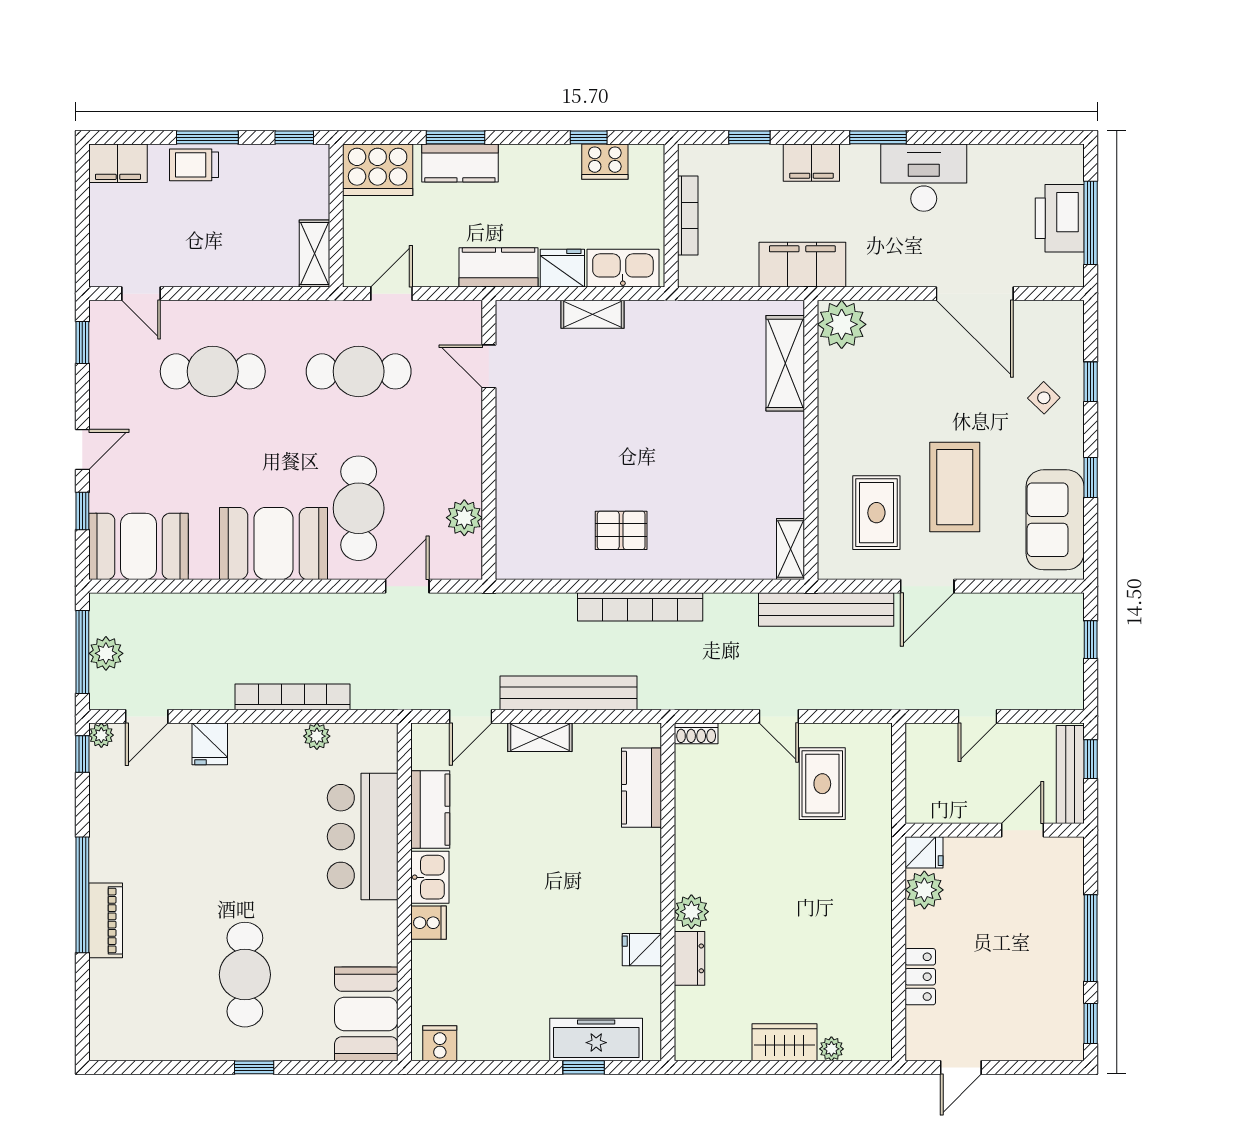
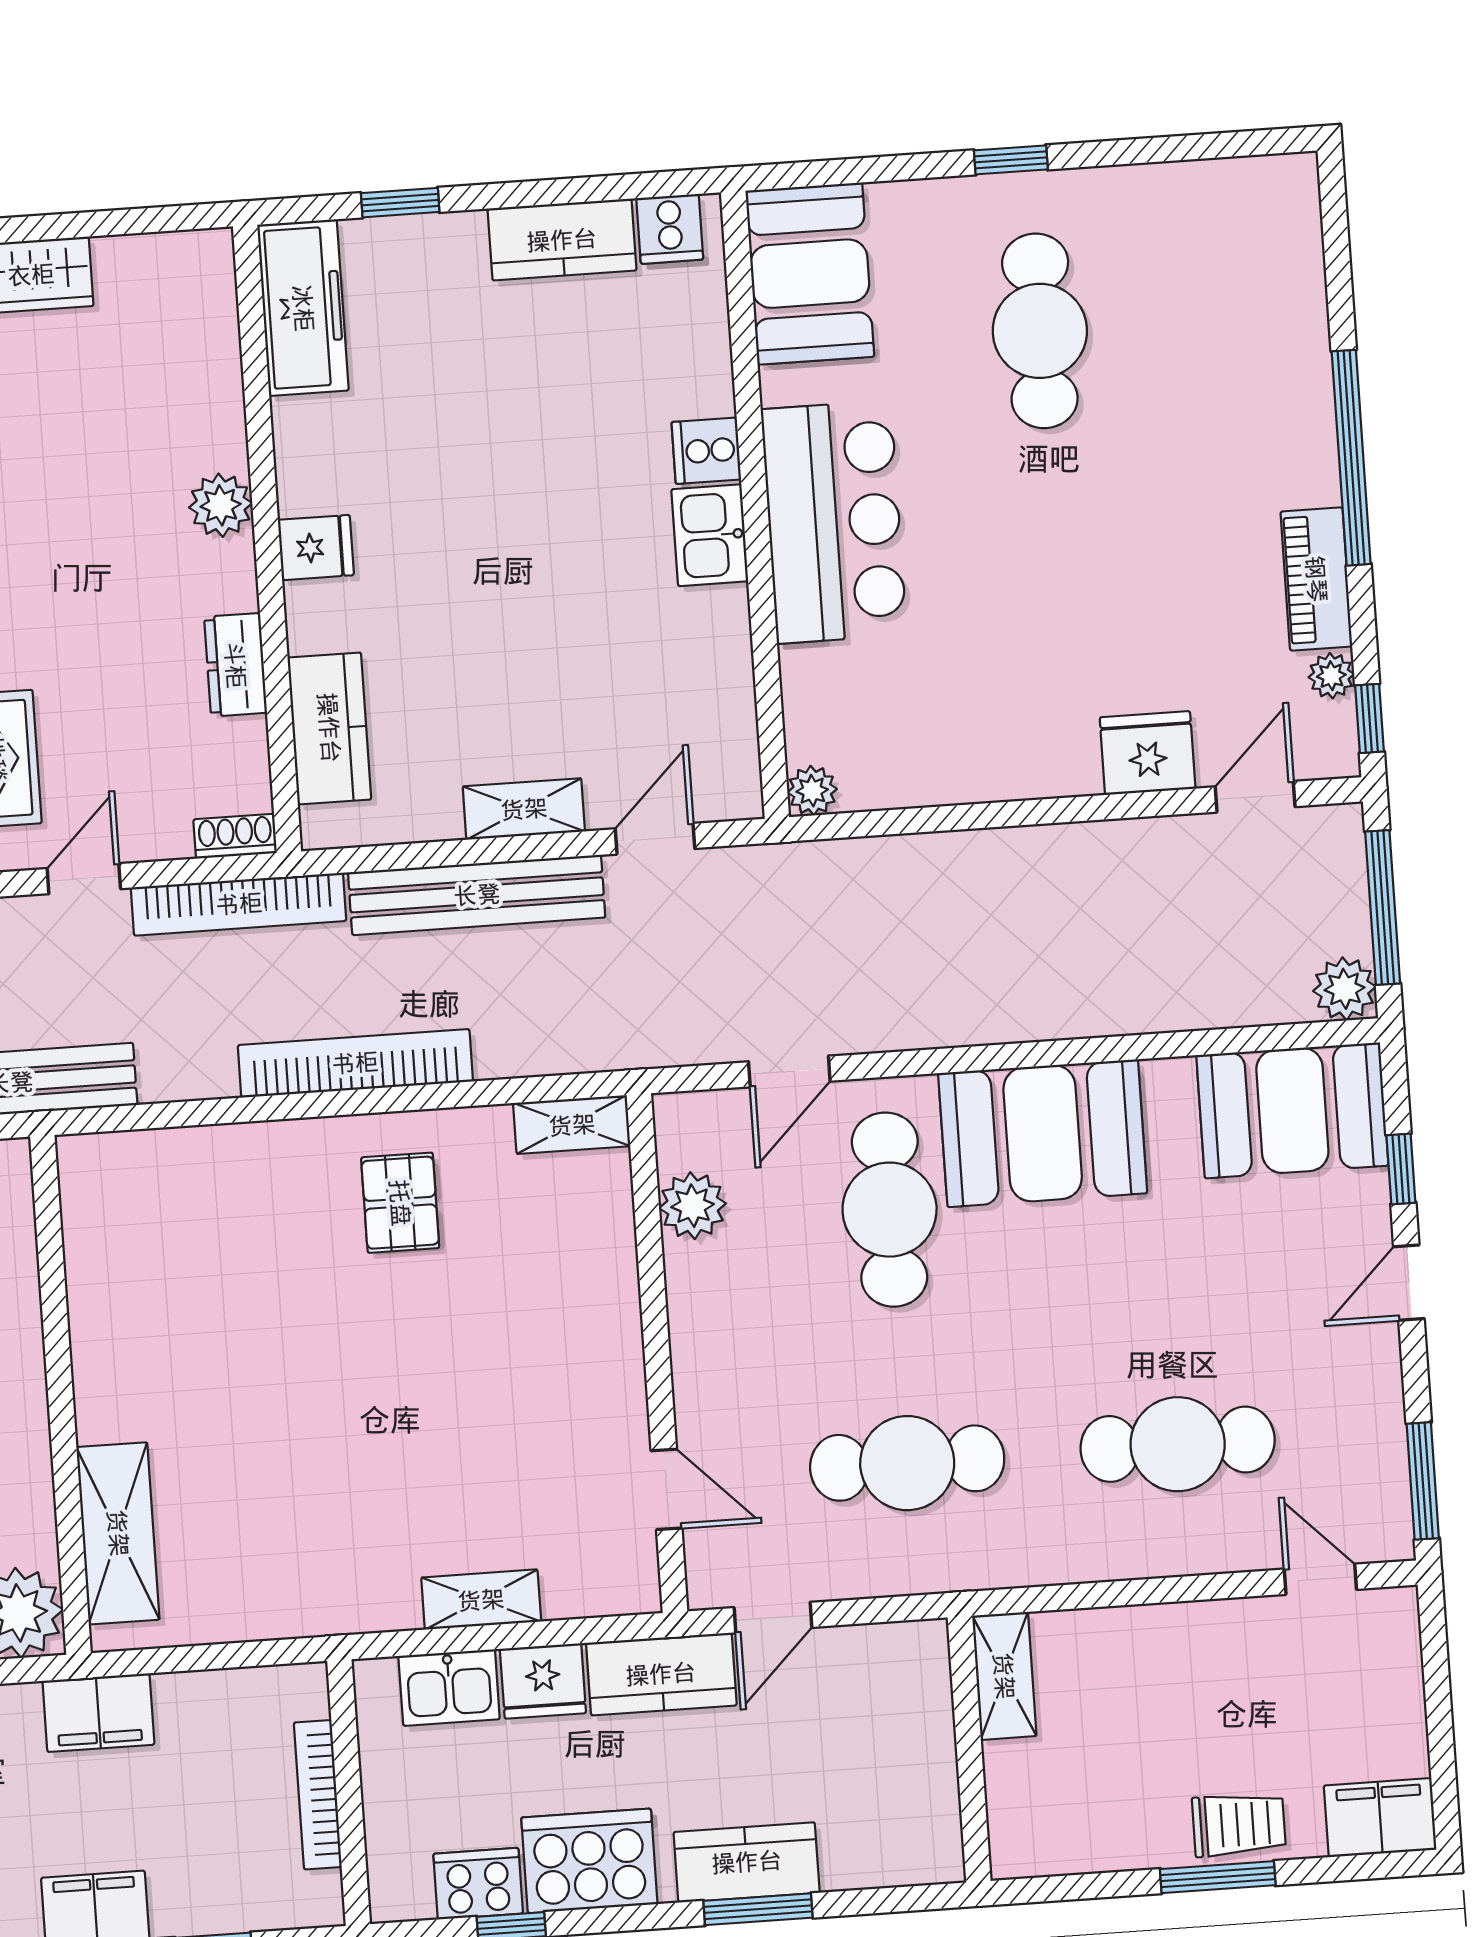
window: (294, 137) -> (1057, 1888), removed
cooker: (378, 170) -> (589, 1861), moved
filing cabinet: (802, 265) -> (98, 1713), width x0.67, depth x0.86
kitchen sink: (623, 268) -> (449, 1688), width x0.73
door: (392, 294) -> (773, 1618), moved
window: (82, 342) -> (1423, 1481), width x1.50
pallet: (621, 530) -> (400, 1203), turned 90
shelving: (791, 549) -> (572, 1125), moved, turned 90
plant: (106, 653) -> (1344, 989), moved
bookcase: (293, 697) -> (239, 904), moved
door: (779, 716) -> (84, 879), hinge flipped
plant: (101, 735) -> (1331, 676), moved
plant: (317, 736) -> (812, 791), moved
fridge: (210, 744) -> (1148, 753), width x1.38
kitchen counter: (430, 810) -> (562, 240), moved, turned -90
bar counter: (363, 837) -> (834, 522), moved
piano: (106, 920) -> (1316, 579), moved
fridge: (642, 950) -> (316, 547), moved
dresser: (689, 958) -> (235, 665), moved
freezer: (596, 1040) -> (303, 308), moved, turned -90

